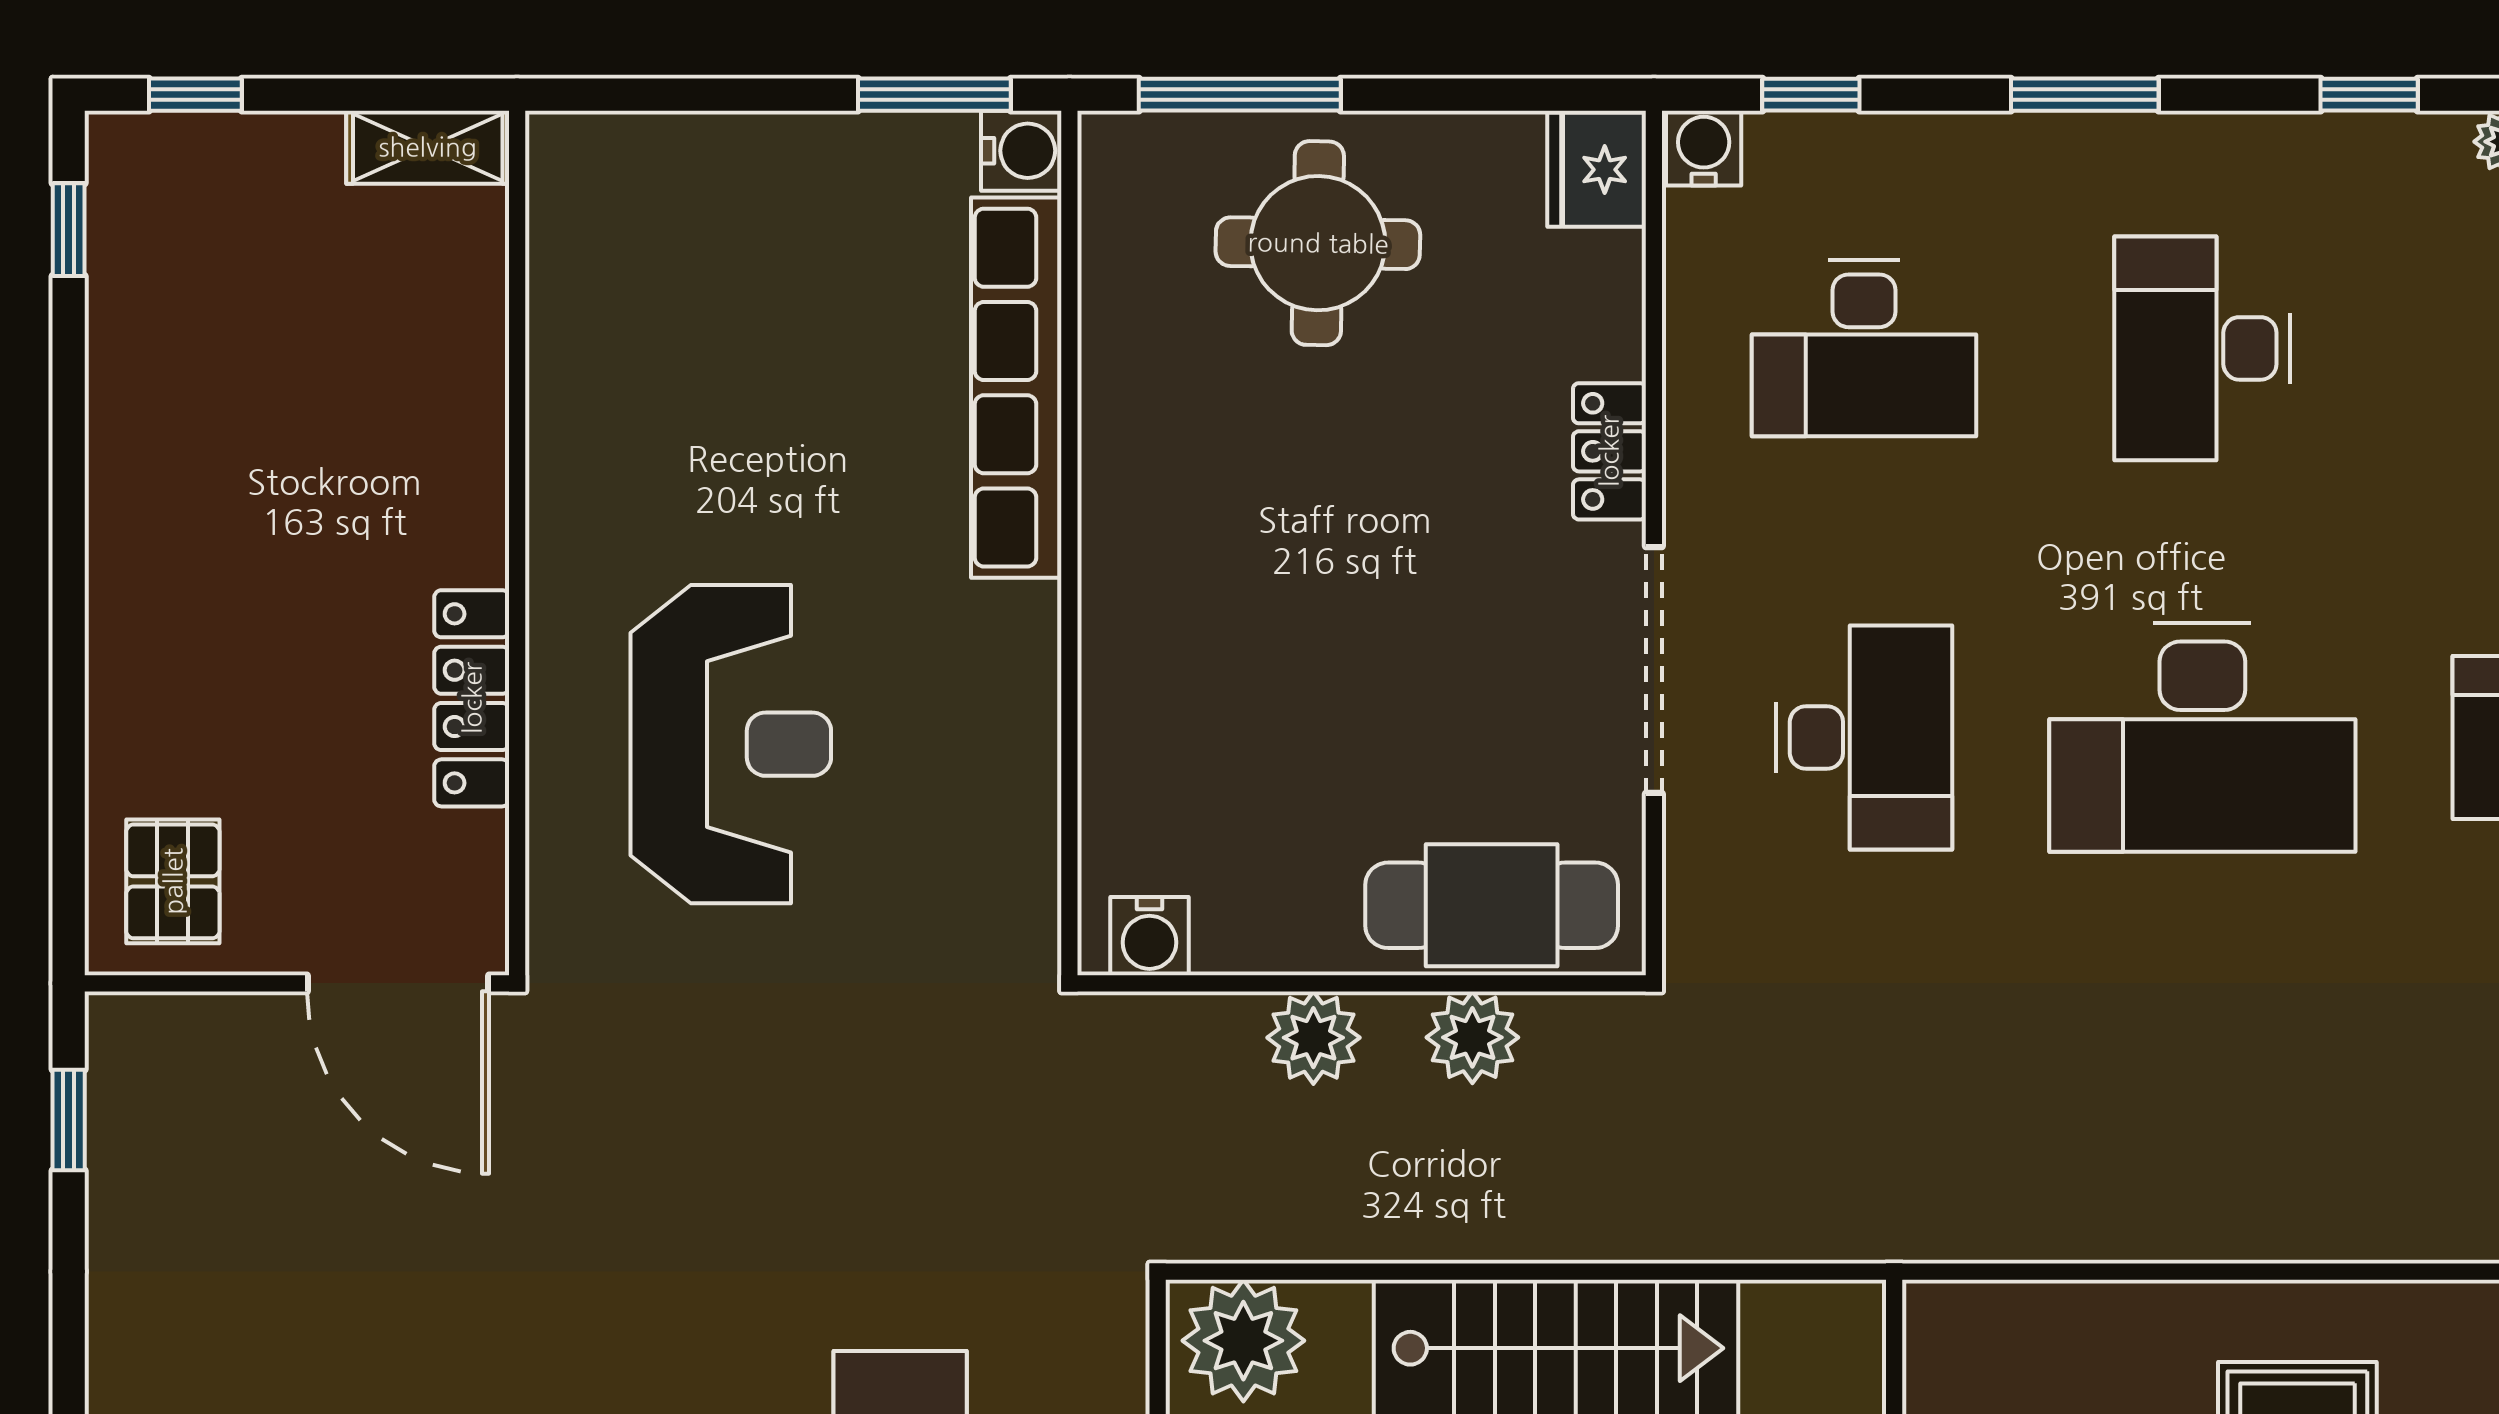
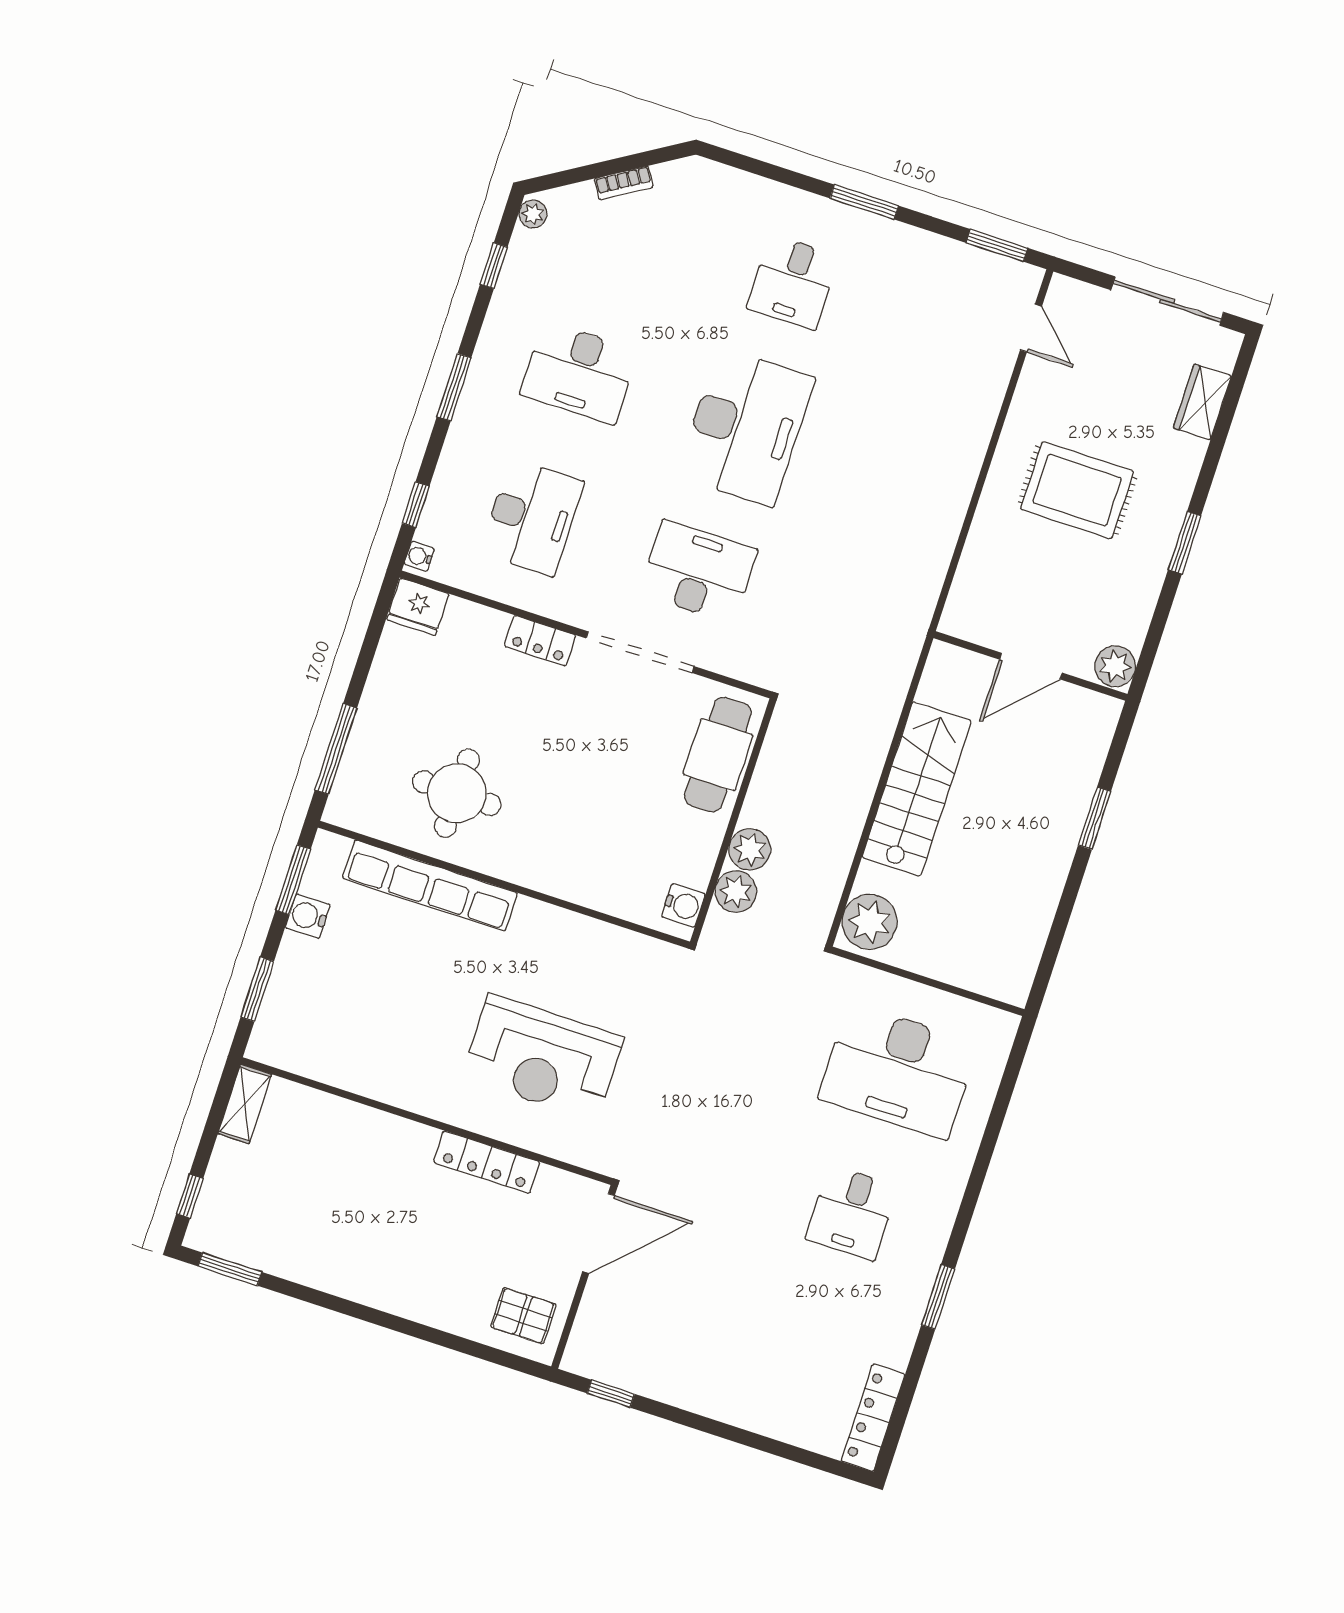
window: (678, 95) -> (257, 989), added
water cooler: (1704, 148) -> (419, 556), width x0.72, depth x0.72
water cooler: (1021, 151) -> (308, 916), moved, turned -90
window: (69, 230) -> (230, 1269), width x1.50
round table: (1318, 243) -> (457, 793), moved
reception desk: (731, 744) -> (543, 1058), turned 180
plant: (1472, 1037) -> (736, 892), moved

